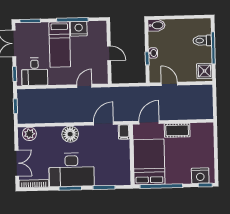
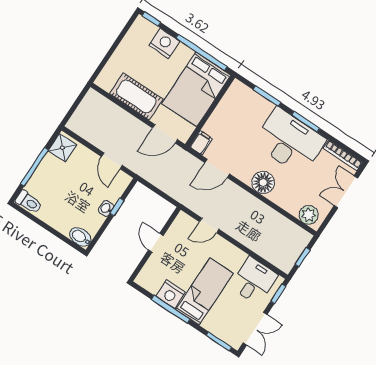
toilet: (202, 41) -> (29, 202), moved
cot: (177, 130) -> (136, 96), width x1.37, depth x1.34
nightstand: (200, 176) -> (164, 43), moved

